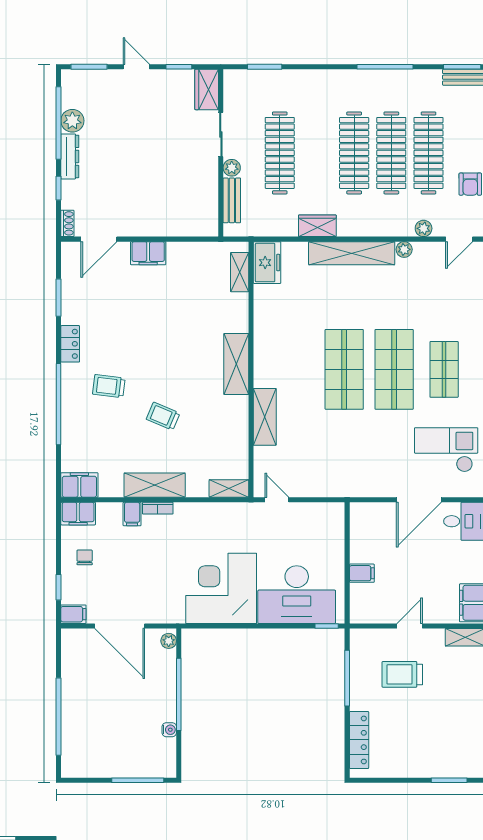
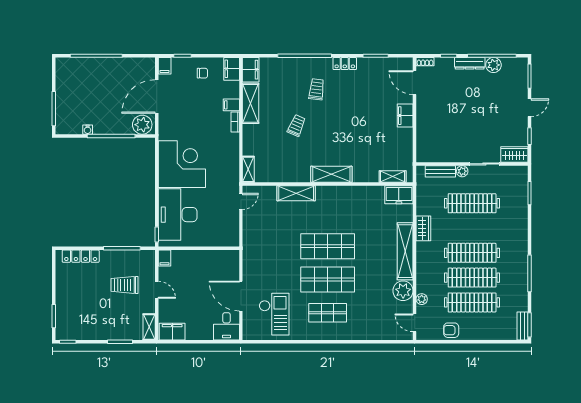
plant: (404, 249) -> (403, 291), width x1.87, depth x1.87
shelving: (155, 485) -> (251, 103), moved
filing cabinet: (362, 573) -> (164, 258), moved
plant: (169, 641) -> (142, 125), width x1.88, depth x1.88
trolley: (402, 674) -> (124, 285), turned -90

